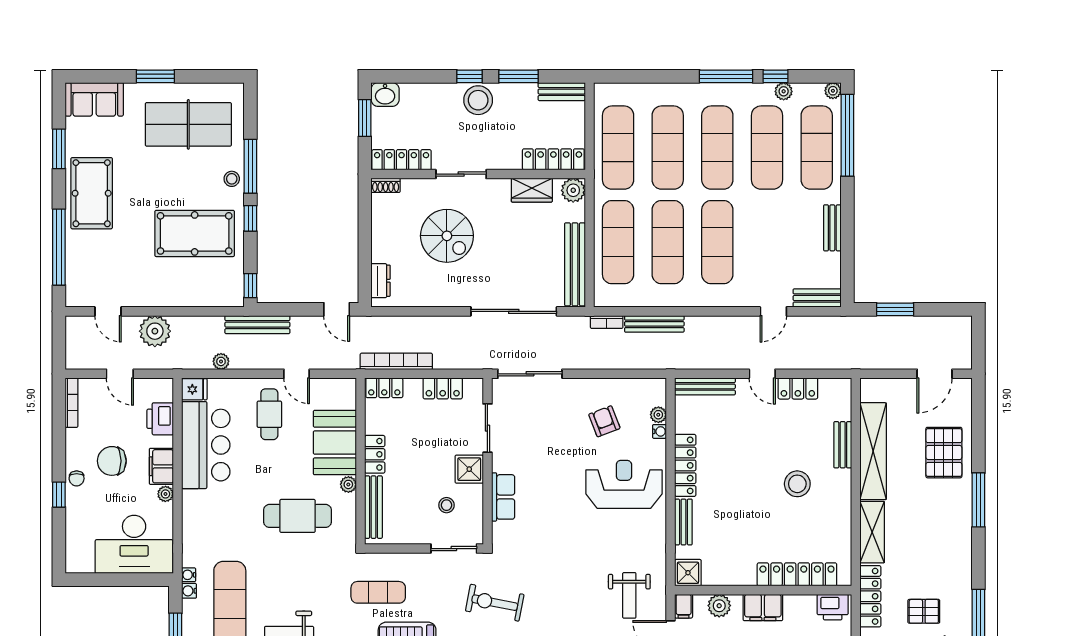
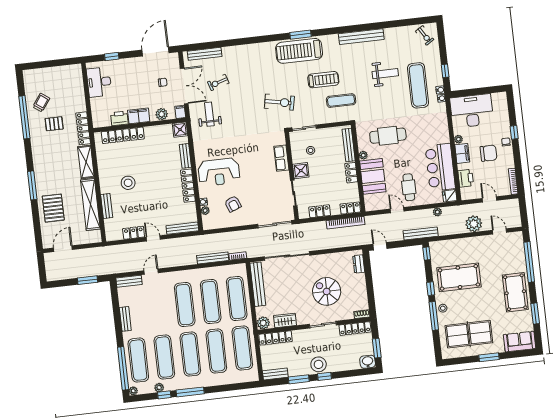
printer: (833, 607) -> (119, 118), moved

